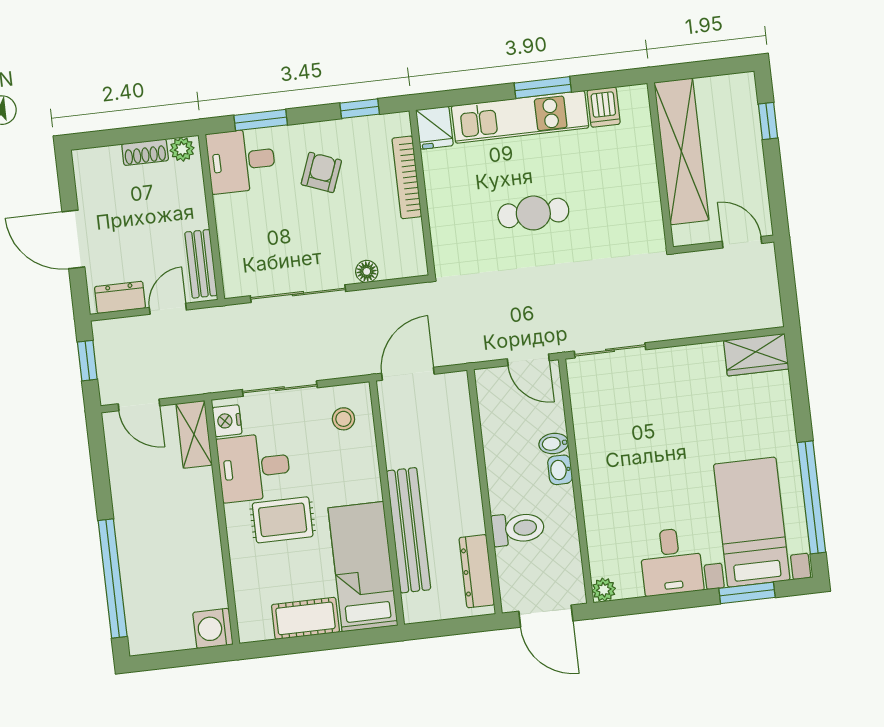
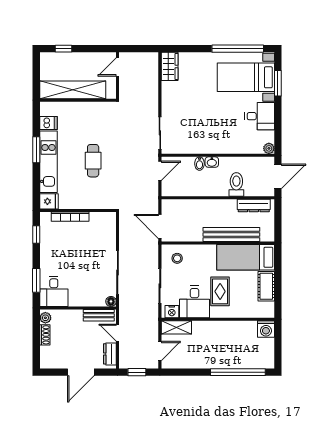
armchair: (321, 172) -> (63, 255), removed
floor lamp: (367, 271) -> (111, 301), moved

